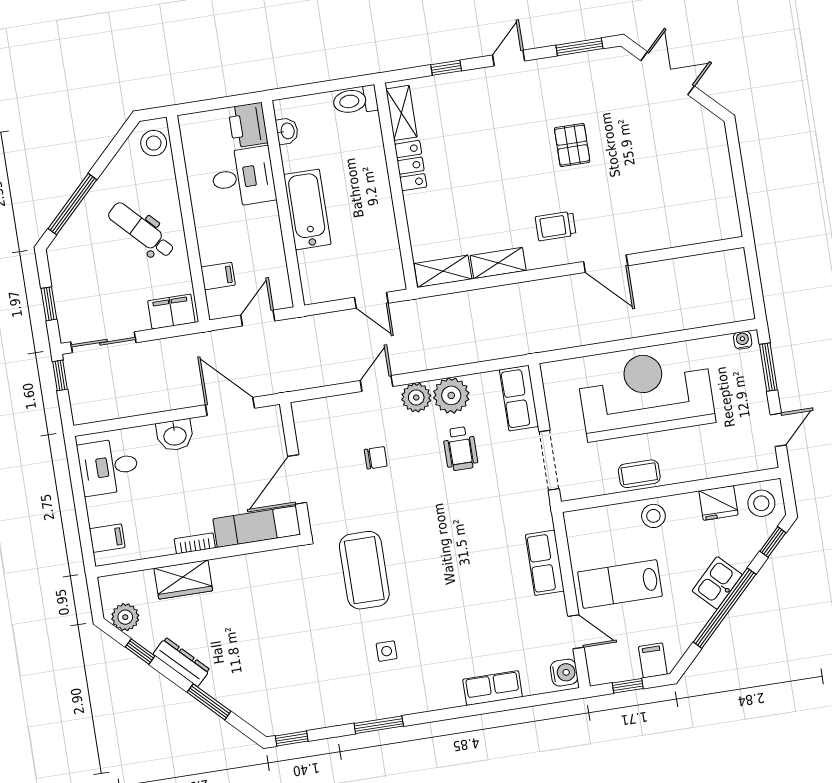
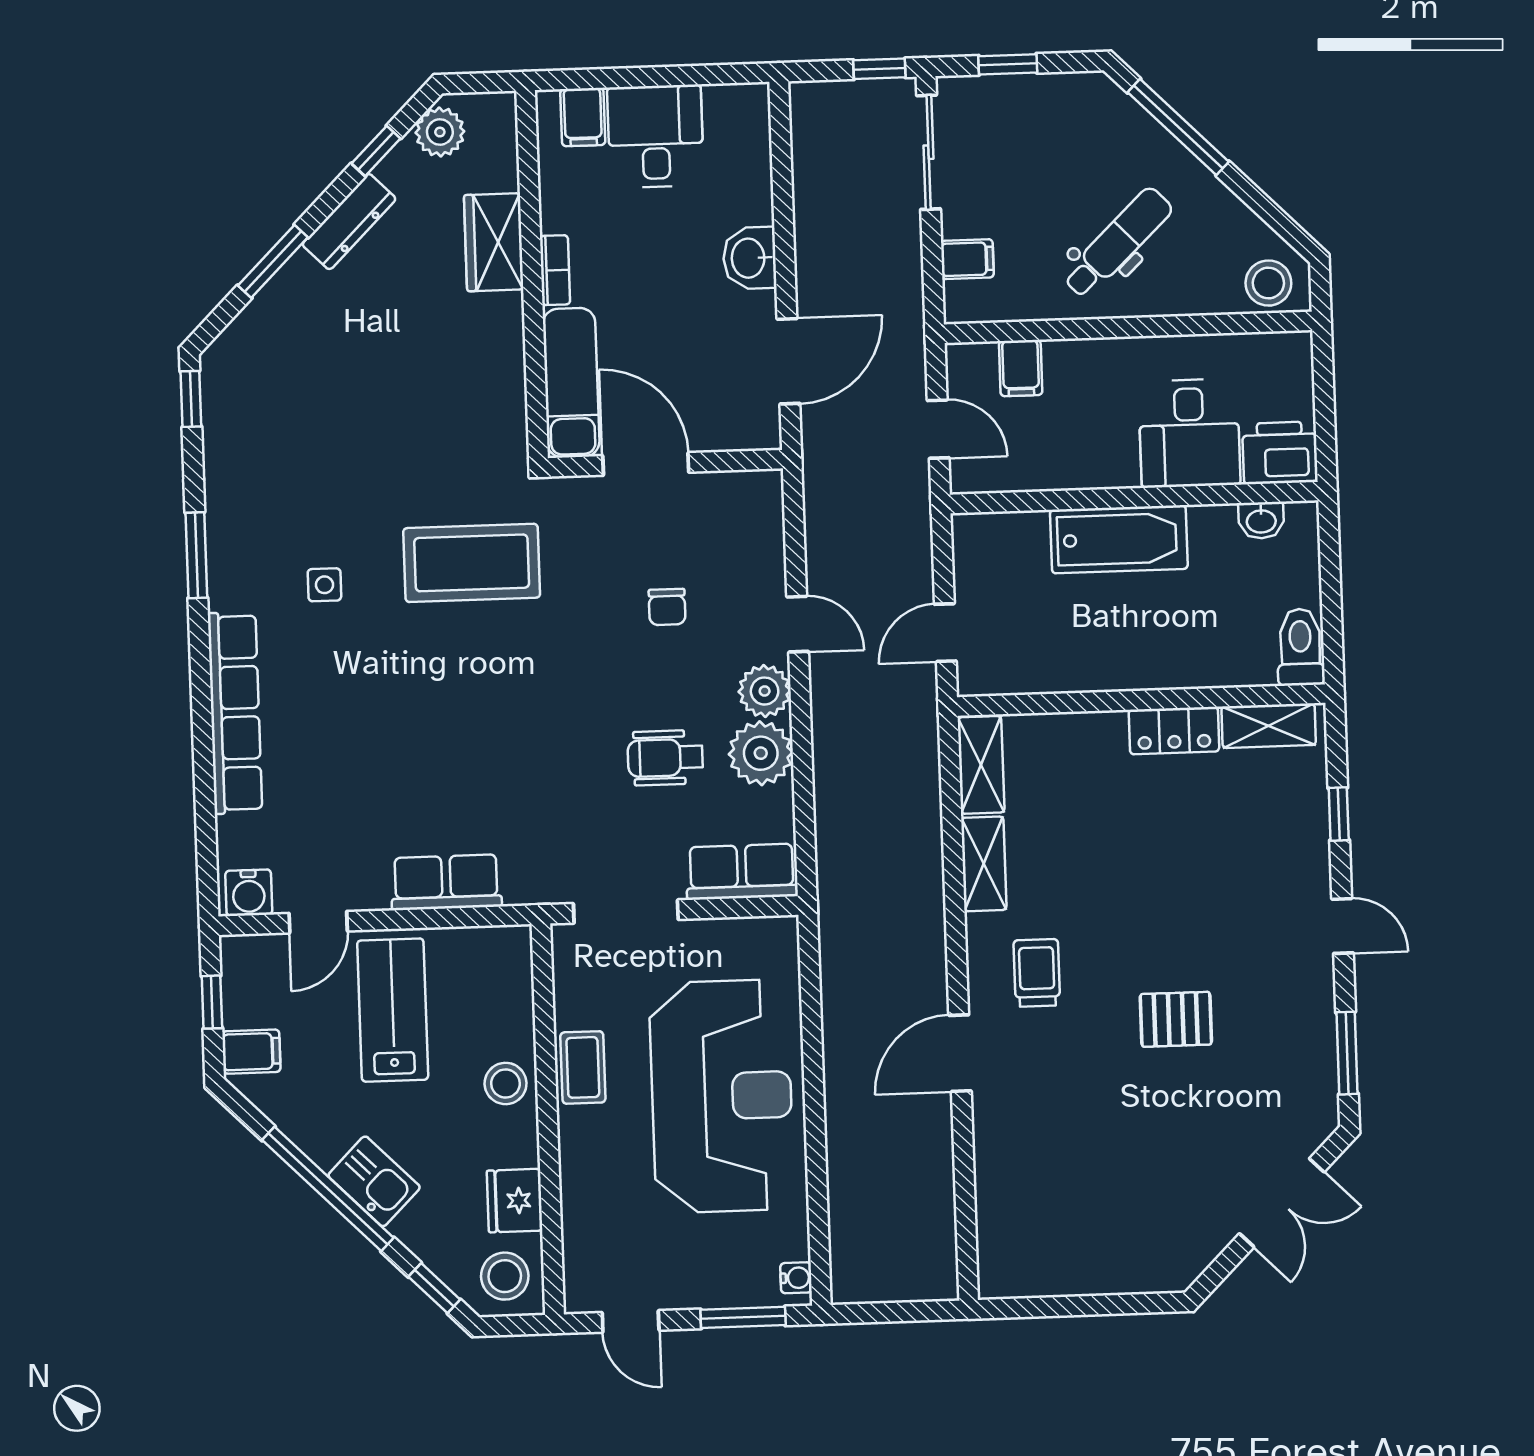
filing cabinet: (171, 312) -> (967, 259), width x0.50
desk: (108, 467) -> (655, 136), moved
row of seats: (493, 688) -> (235, 713), width x2.02

